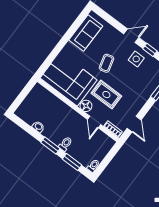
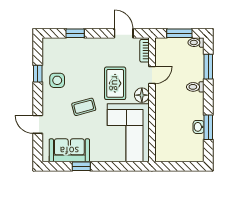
window: (70, 33) -> (81, 166), added
door: (131, 36) -> (38, 124), moved
door: (134, 124) -> (124, 33), hinge flipped
window: (50, 146) -> (208, 127), moved
window: (107, 160) -> (179, 33), added

